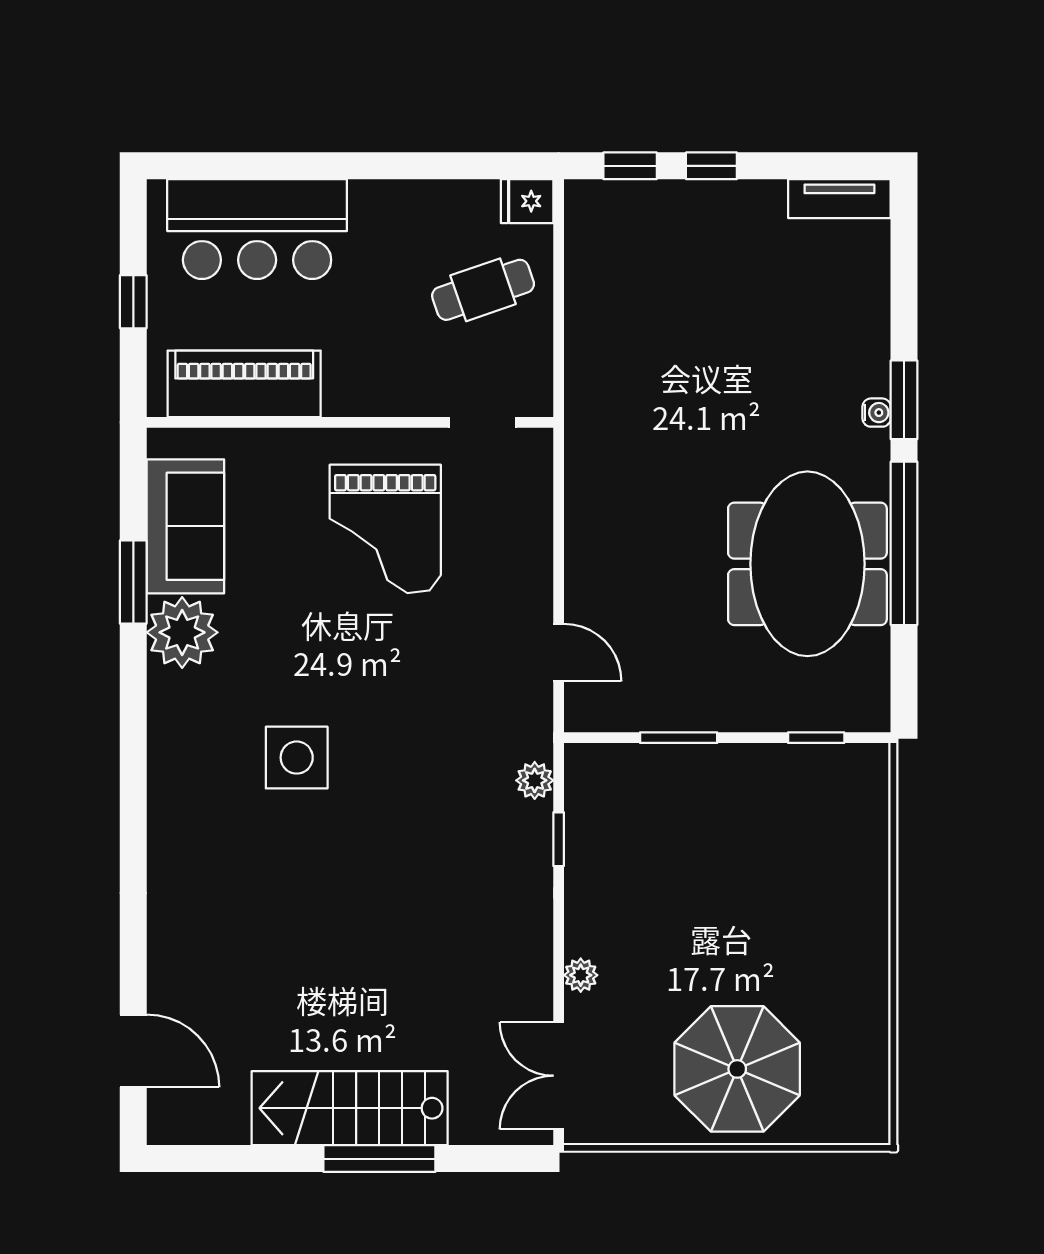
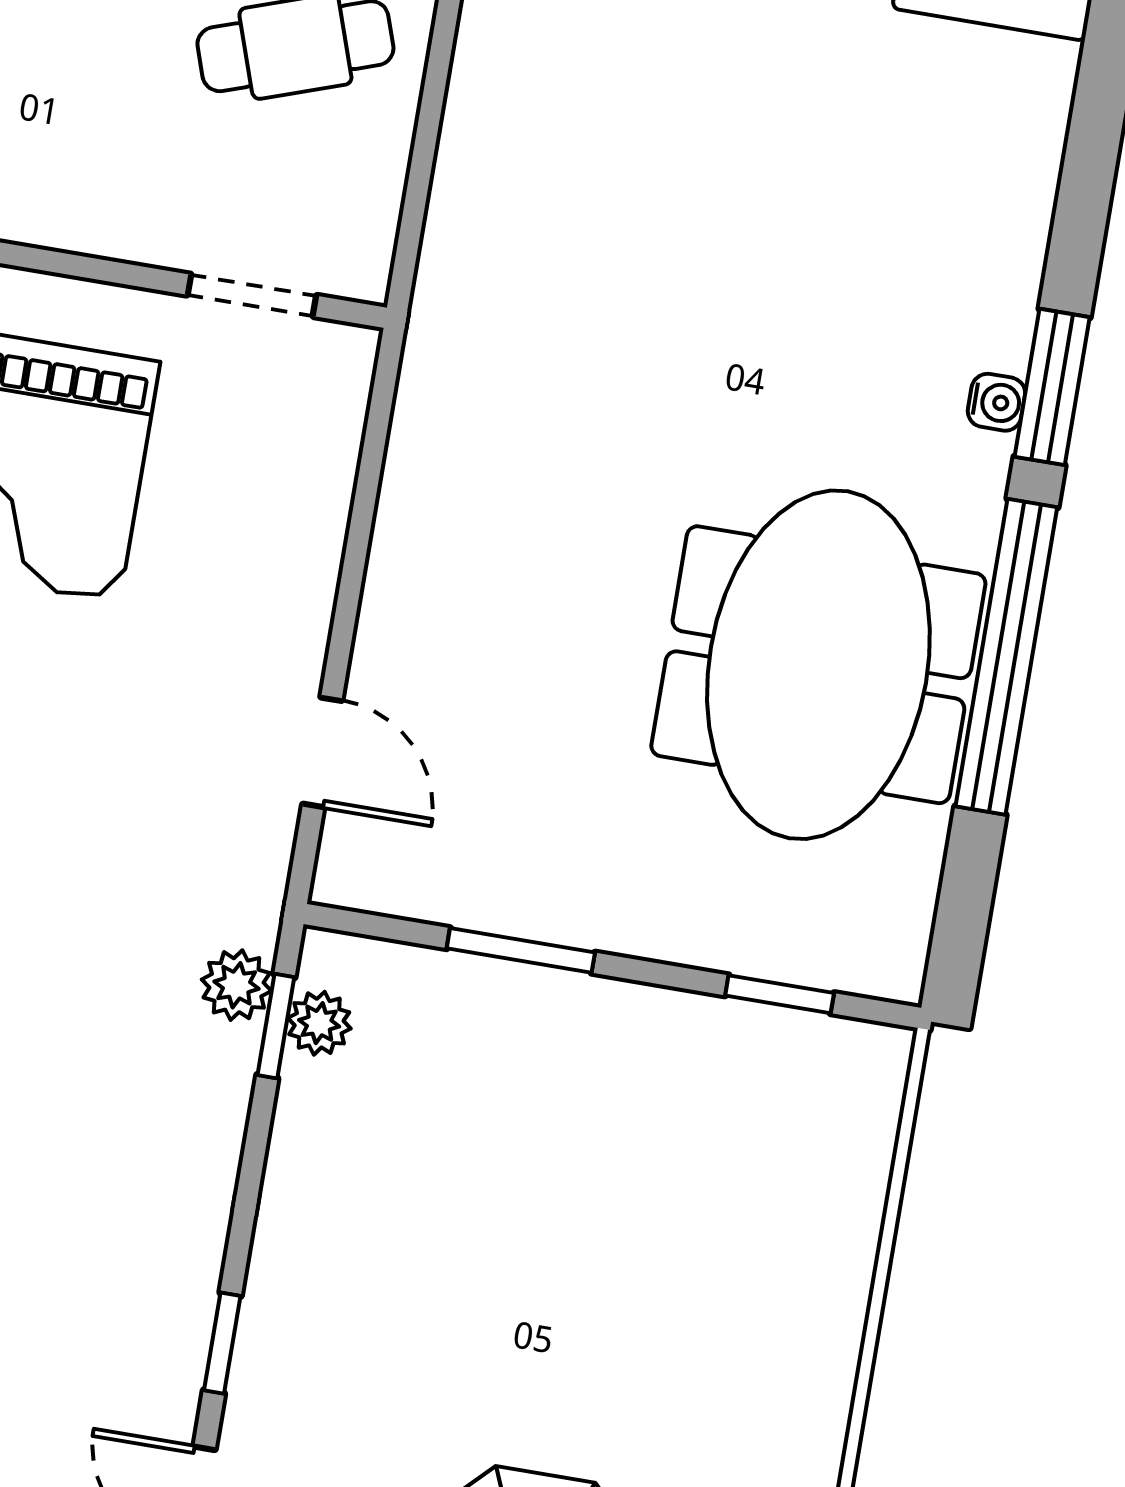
window: (559, 839) -> (276, 1026), moved
window: (559, 967) -> (222, 1343), added
plant: (581, 975) -> (319, 1023), moved

